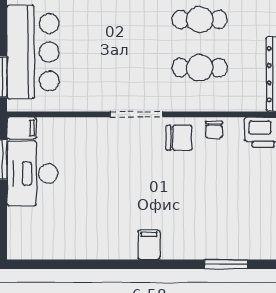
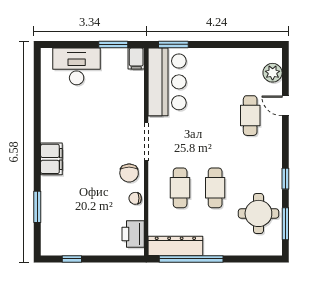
bar counter: (33, 52) -> (167, 82), moved, turned -90
desk: (33, 173) -> (77, 66), moved
filing cabinet: (149, 245) -> (51, 159), width x2.00

